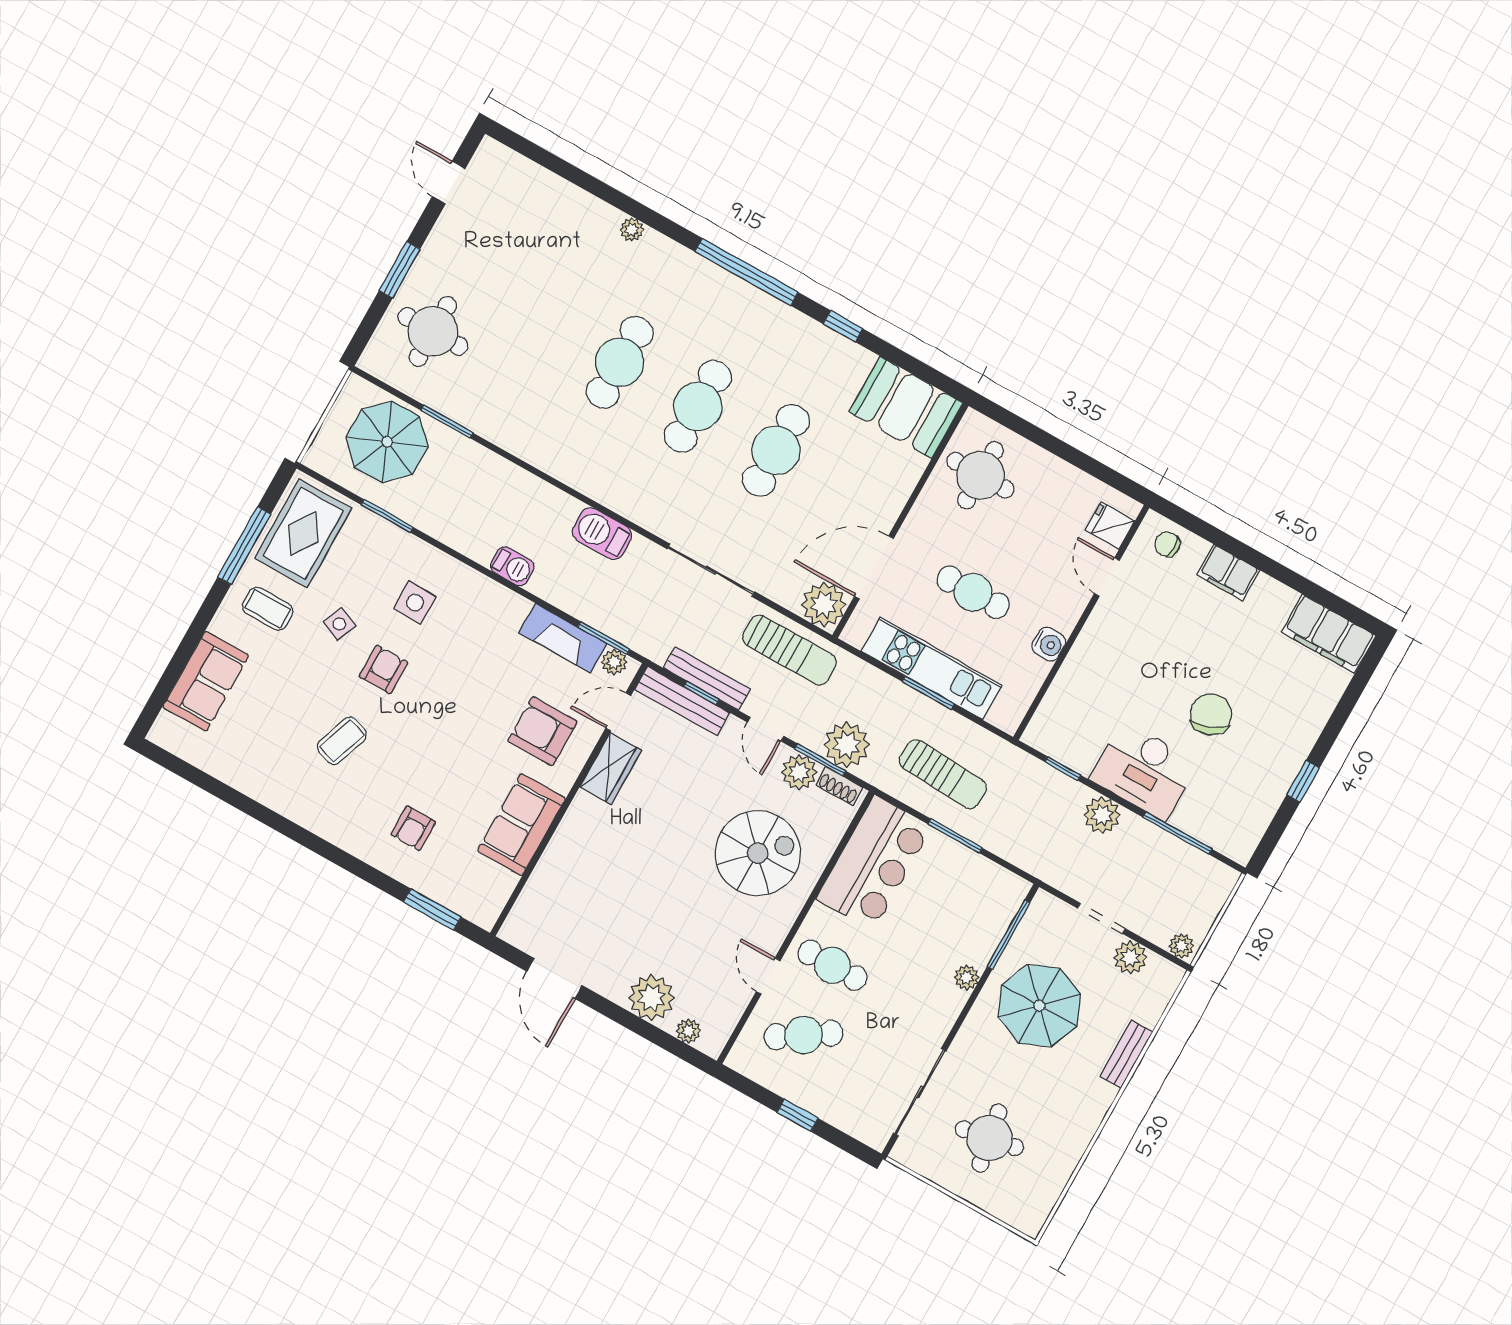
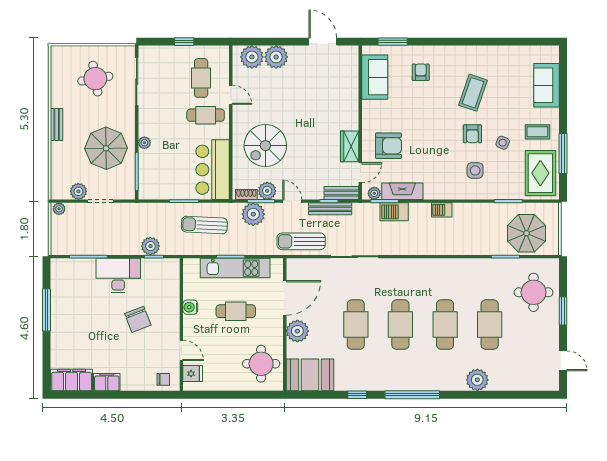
plant: (632, 230) -> (477, 380), width x1.87, depth x1.87
cafe table: (542, 318) -> (490, 325), added
barbecue: (602, 534) -> (394, 212), moved, turned 180
filing cabinet: (1228, 572) -> (107, 382), moved
plant: (824, 605) -> (297, 331), moved
bench: (682, 701) -> (341, 193), width x0.73
chair: (1211, 714) -> (138, 319), moved
coffee table: (342, 741) -> (473, 93), width x1.36, depth x1.30
window: (1303, 781) -> (47, 310), width x2.17
plant: (1102, 815) -> (150, 246), moved
sofa: (521, 825) -> (375, 77), moved
plant: (689, 1031) -> (252, 57), width x1.87, depth x1.87
cafe table: (804, 1035) -> (201, 78), turned -57
bench: (1126, 1054) -> (57, 124), moved

